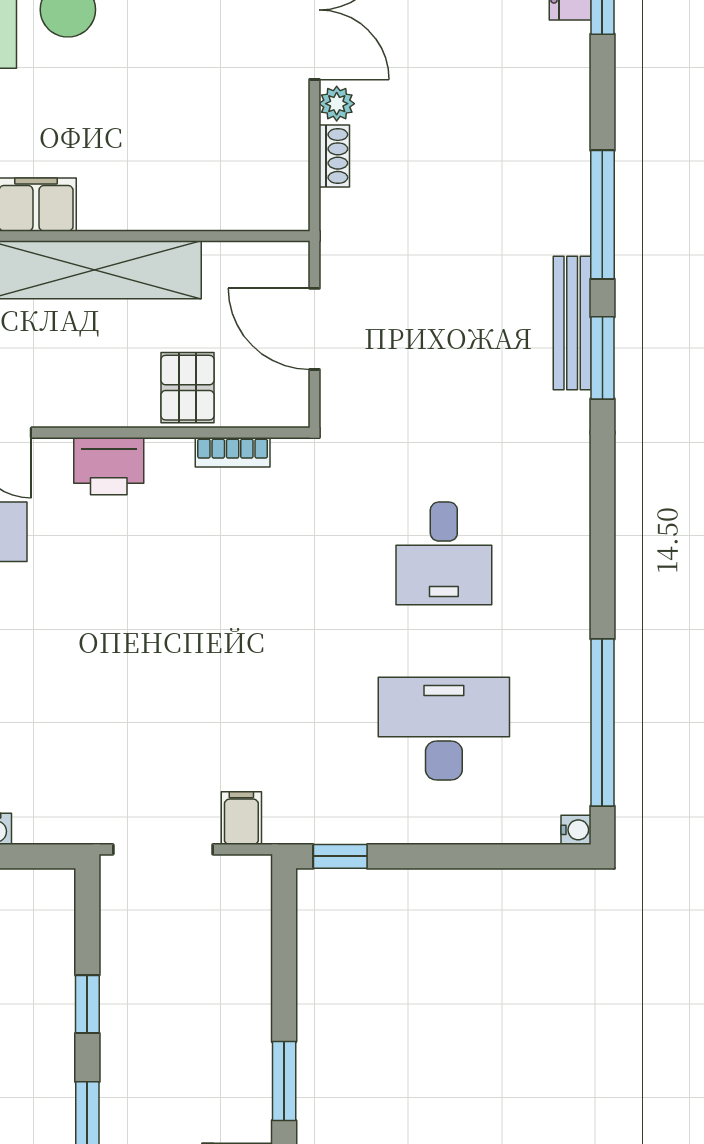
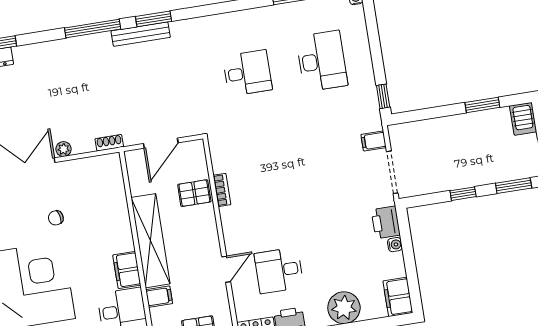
chair: (182, 61) -> (56, 218), added
shoe rack: (334, 156) -> (109, 143), moved
bookcase: (233, 452) -> (222, 190), moved
printer: (109, 466) -> (386, 222), moved, turned 180
desk: (444, 729) -> (322, 61), turned 180

